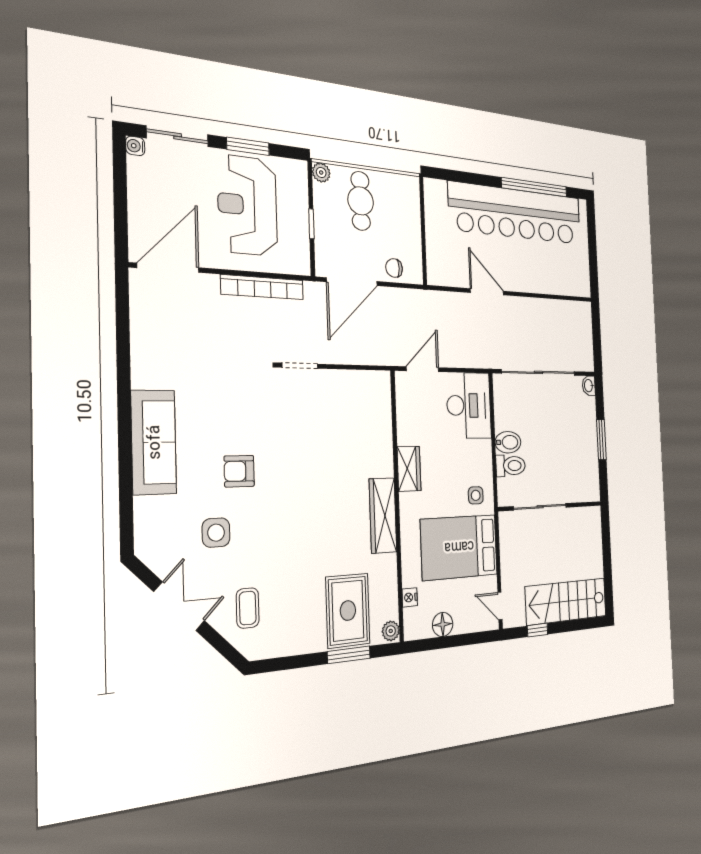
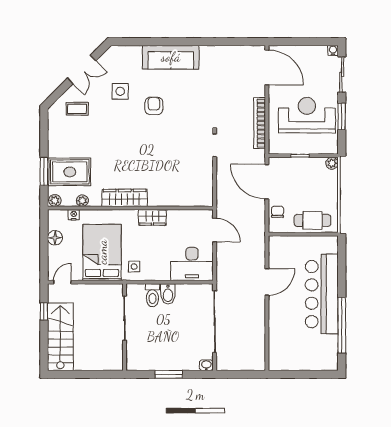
cafe table: (361, 201) -> (313, 220), moved
bar counter: (516, 213) -> (322, 294), width x0.73
plant: (389, 585) -> (82, 201), added

